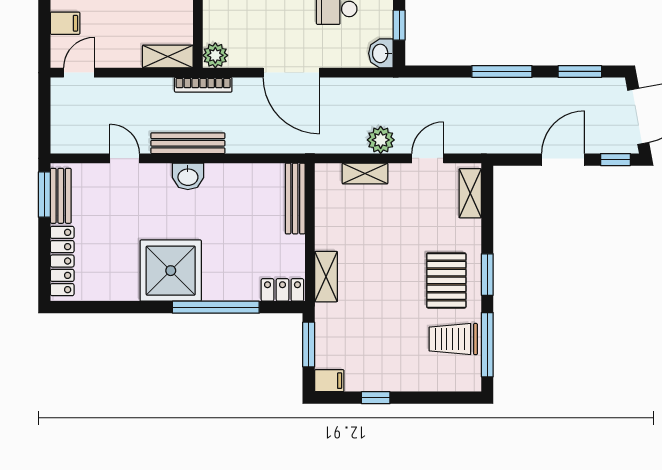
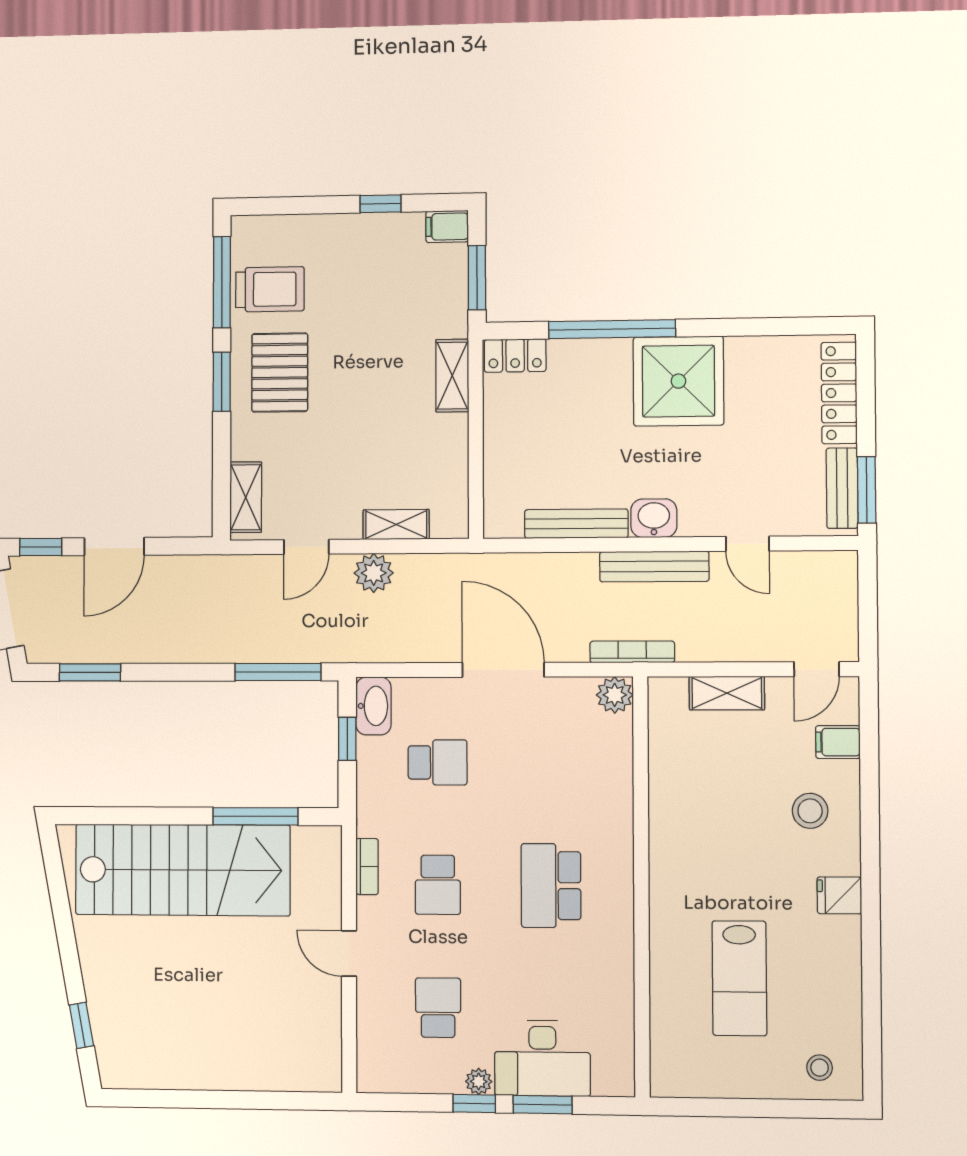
washbasin: (381, 53) -> (373, 706), width x1.38
shelving: (168, 56) -> (727, 693), moved
window: (502, 71) -> (278, 672), moved
bench: (295, 199) -> (576, 524), moved, turned 90

